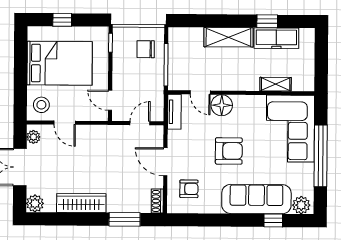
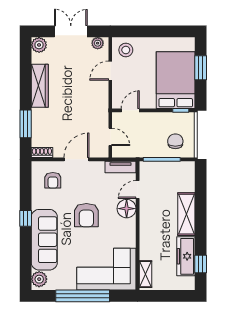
window: (62, 20) -> (201, 68), width x1.50
window: (267, 21) -> (201, 264), moved
bed: (60, 63) -> (176, 80), moved, turned 180
shelving: (276, 84) -> (145, 274), moved
window: (273, 220) -> (26, 218), moved

